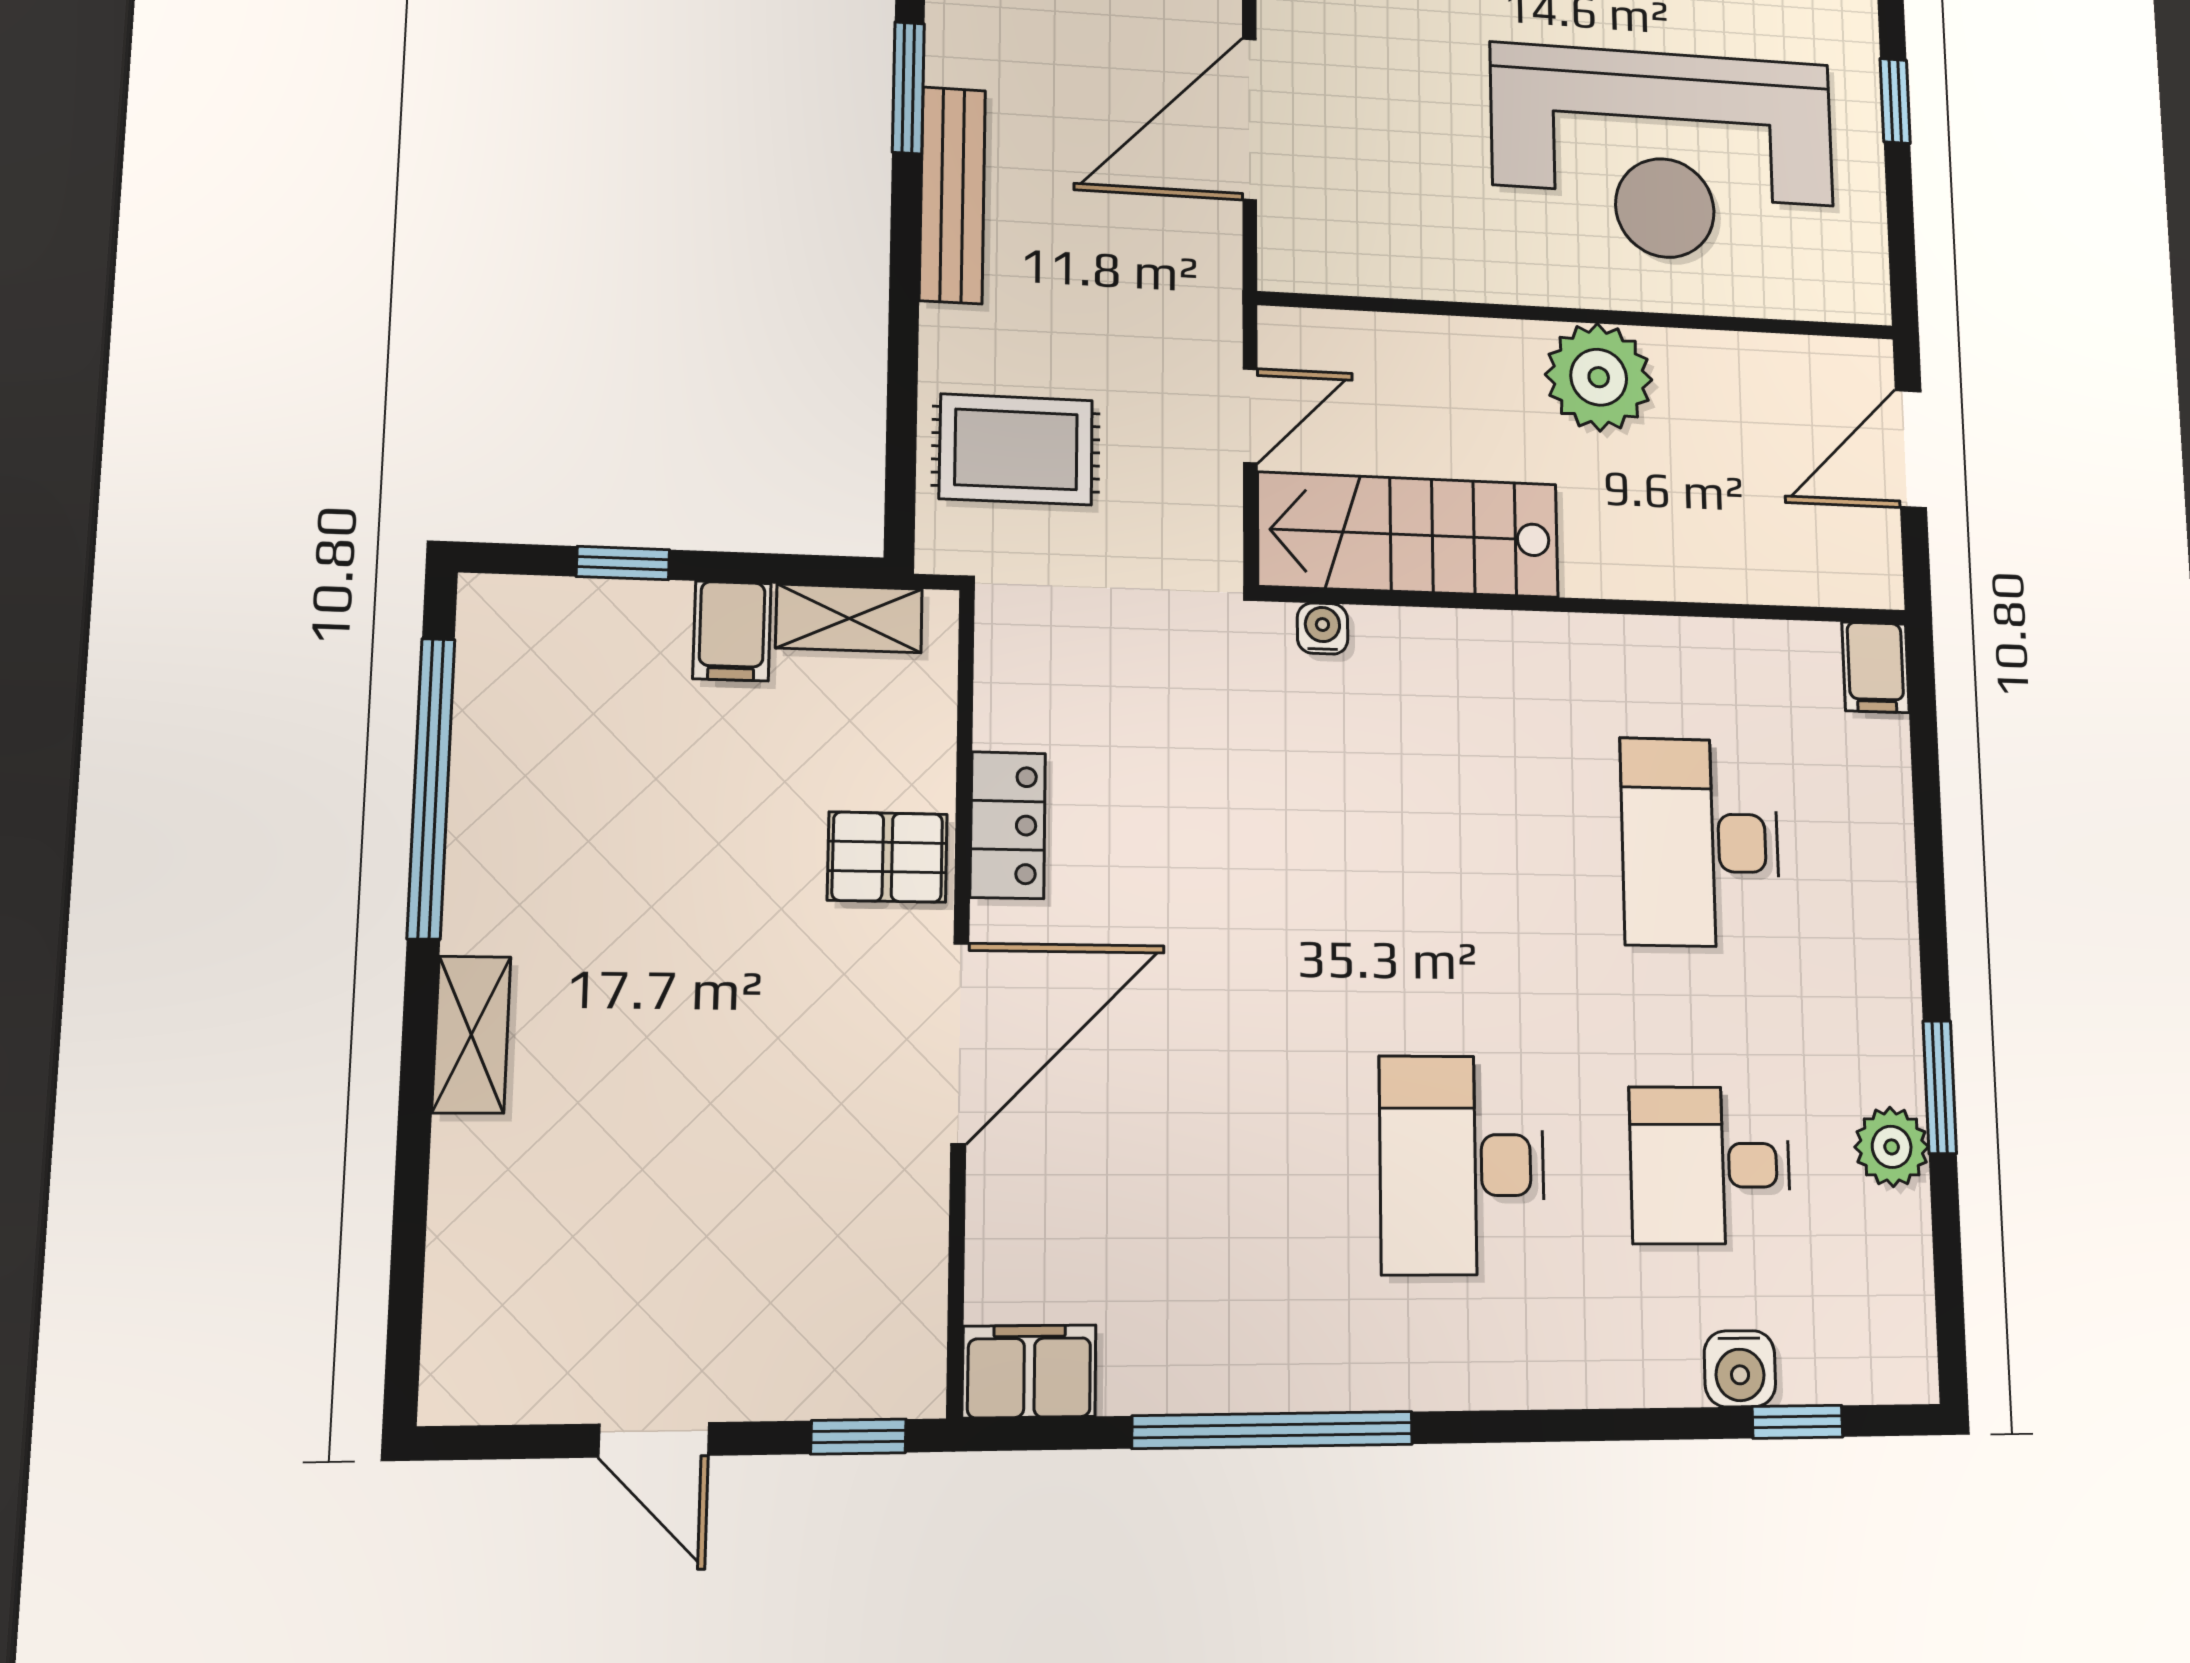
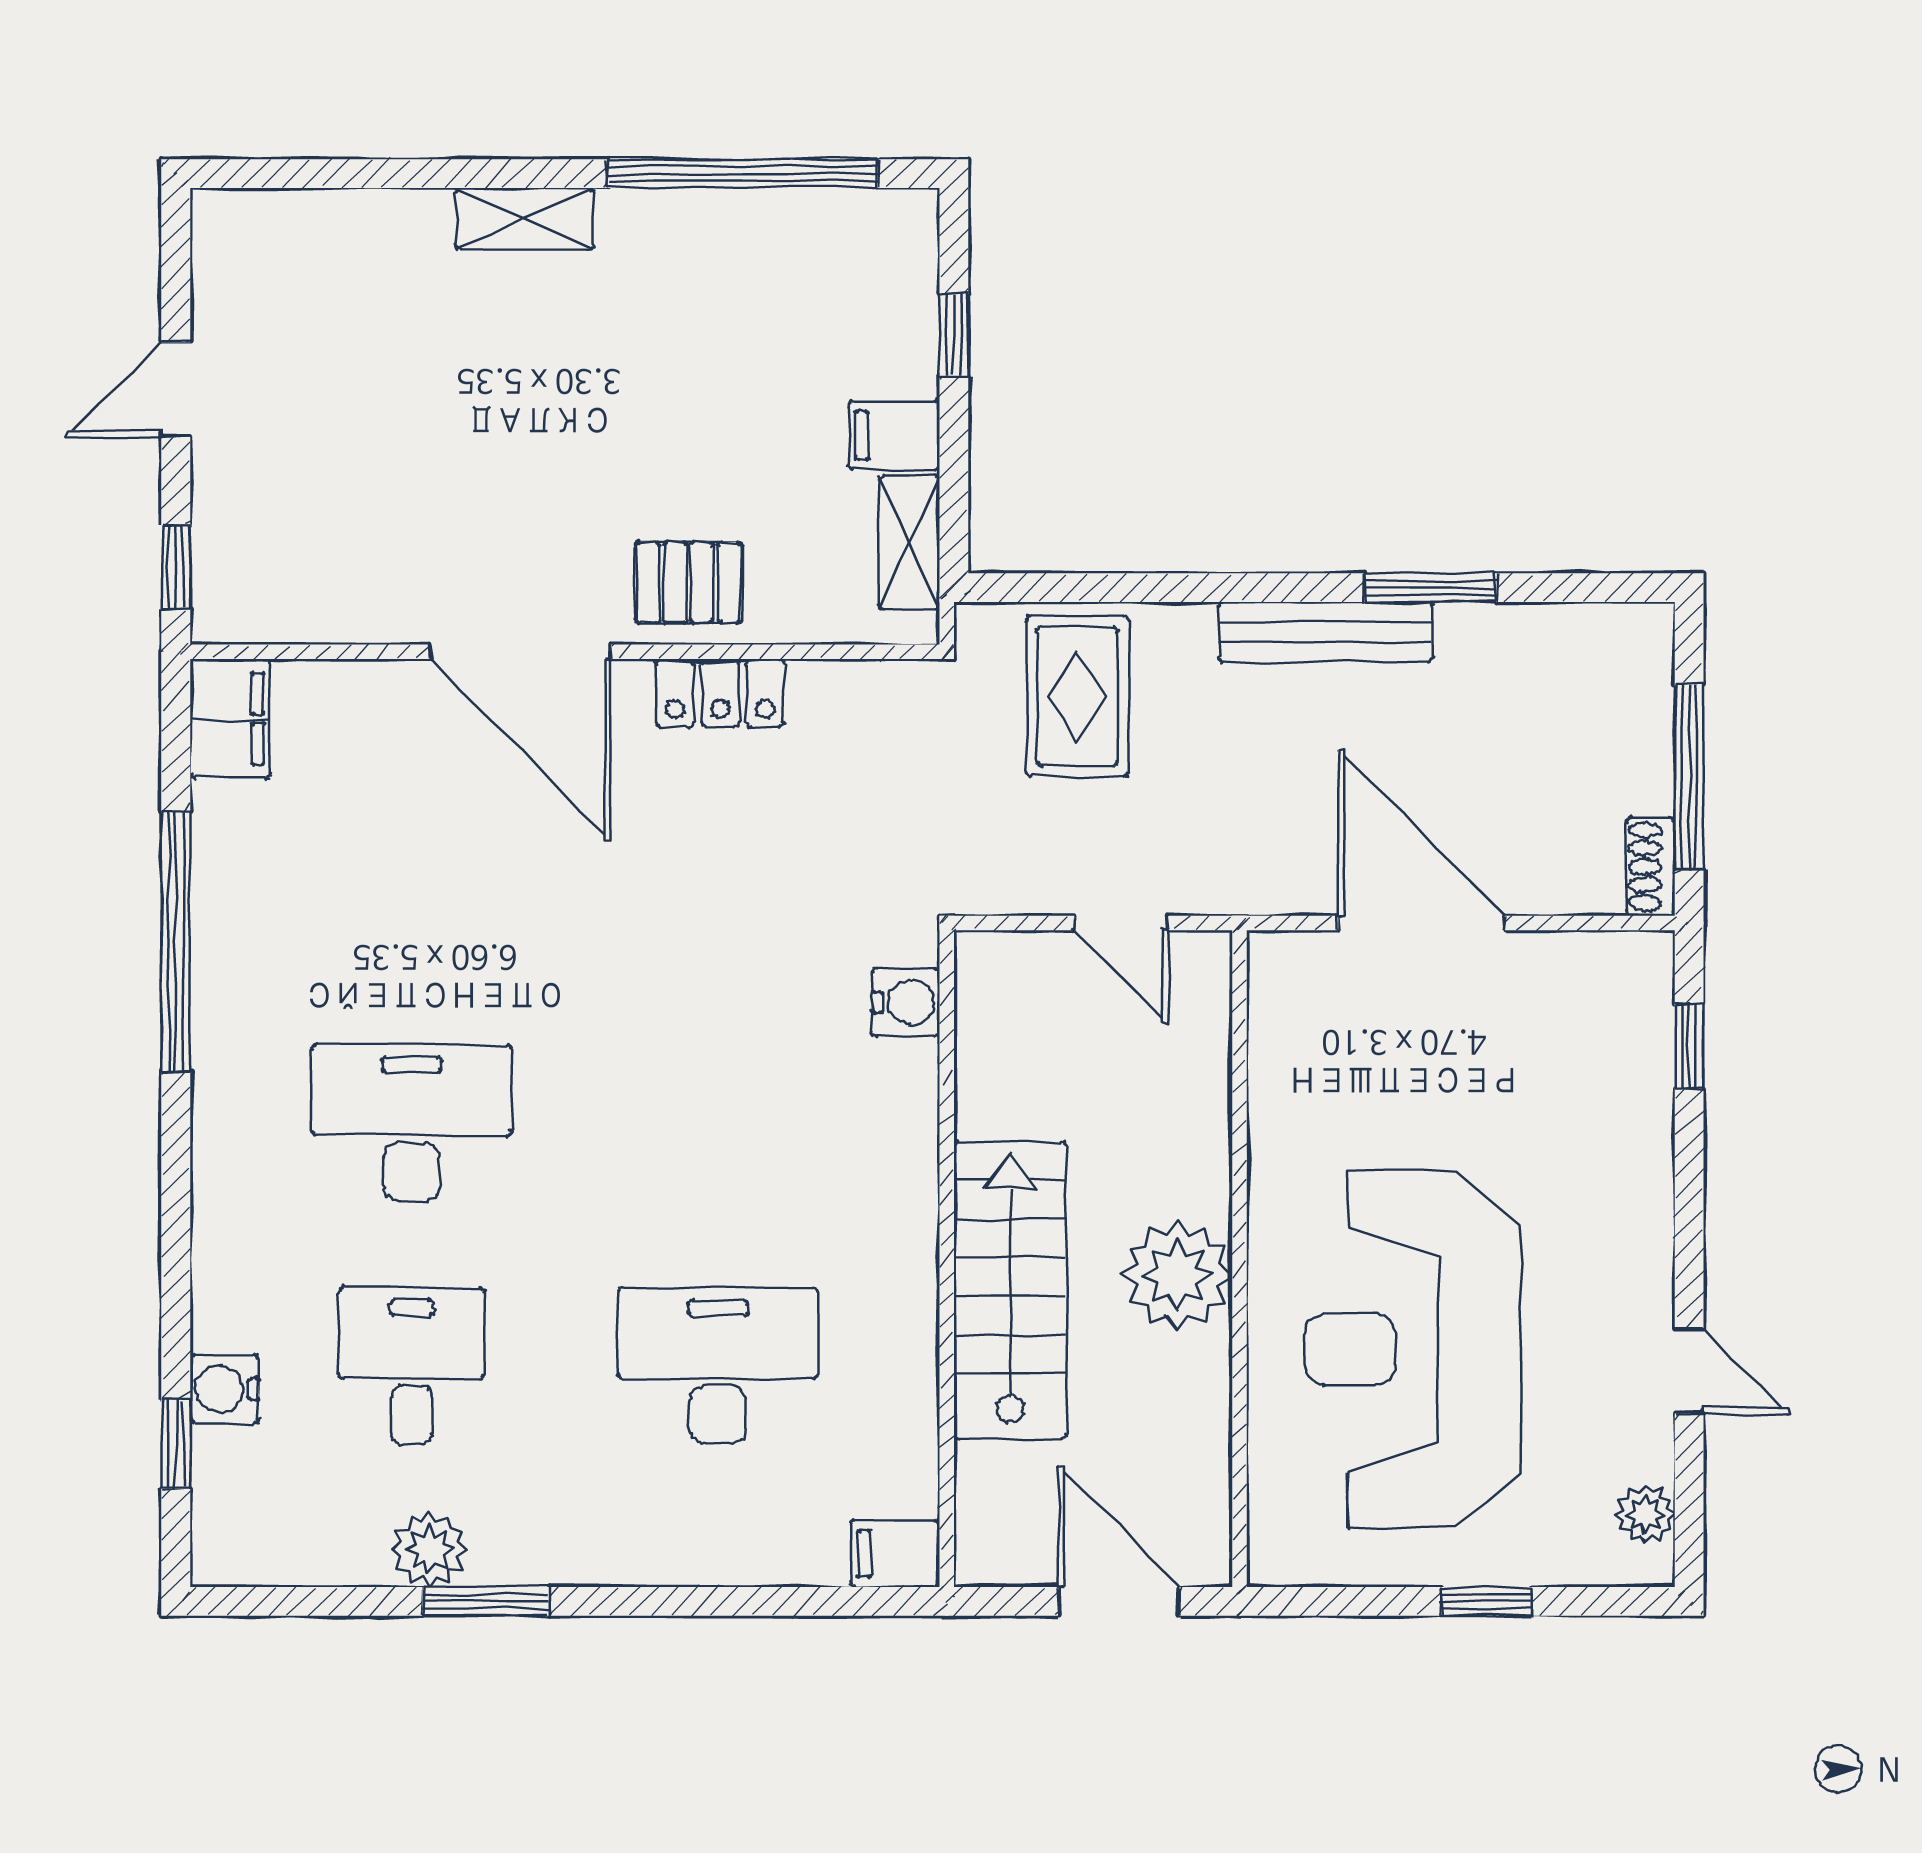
stairs: (1409, 535) -> (1010, 1290), moved
water cooler: (1323, 629) -> (906, 1003), width x1.38, depth x1.38
pallet: (887, 857) -> (689, 582), turned 90

